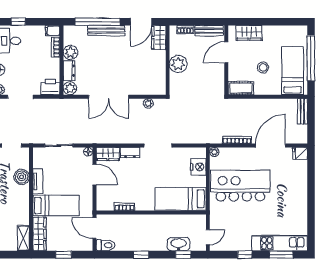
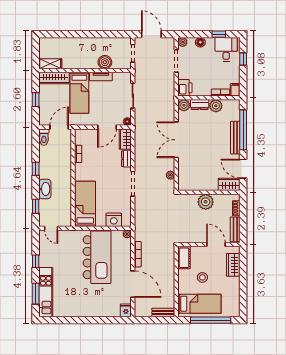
washbasin: (179, 244) -> (45, 189), moved

